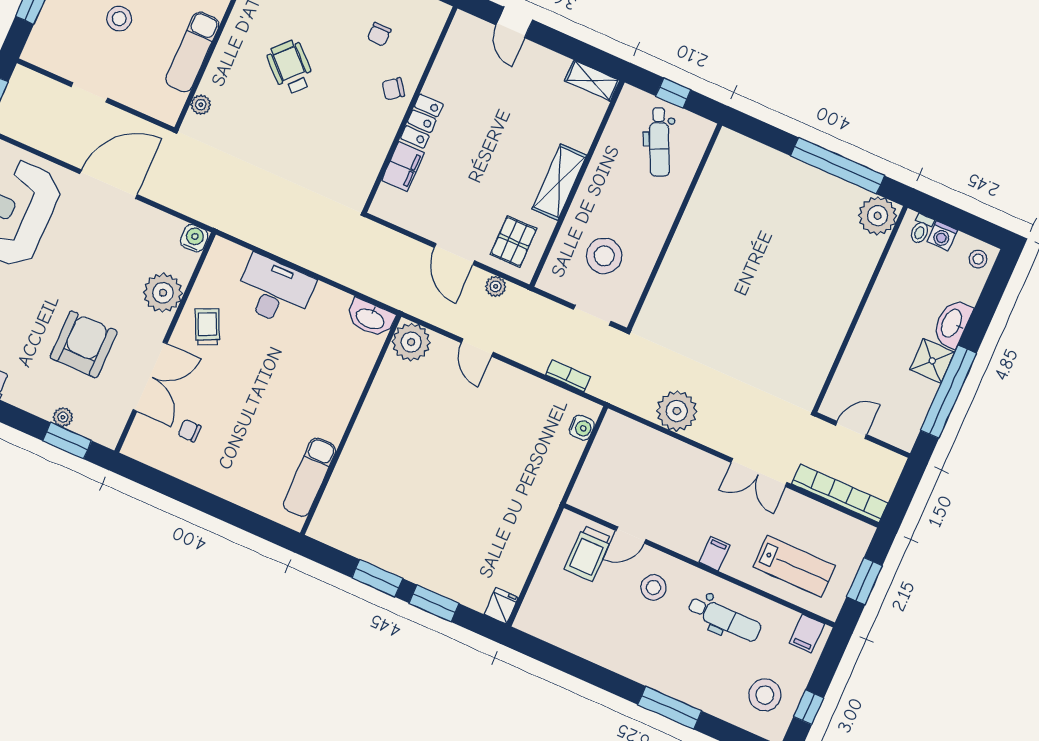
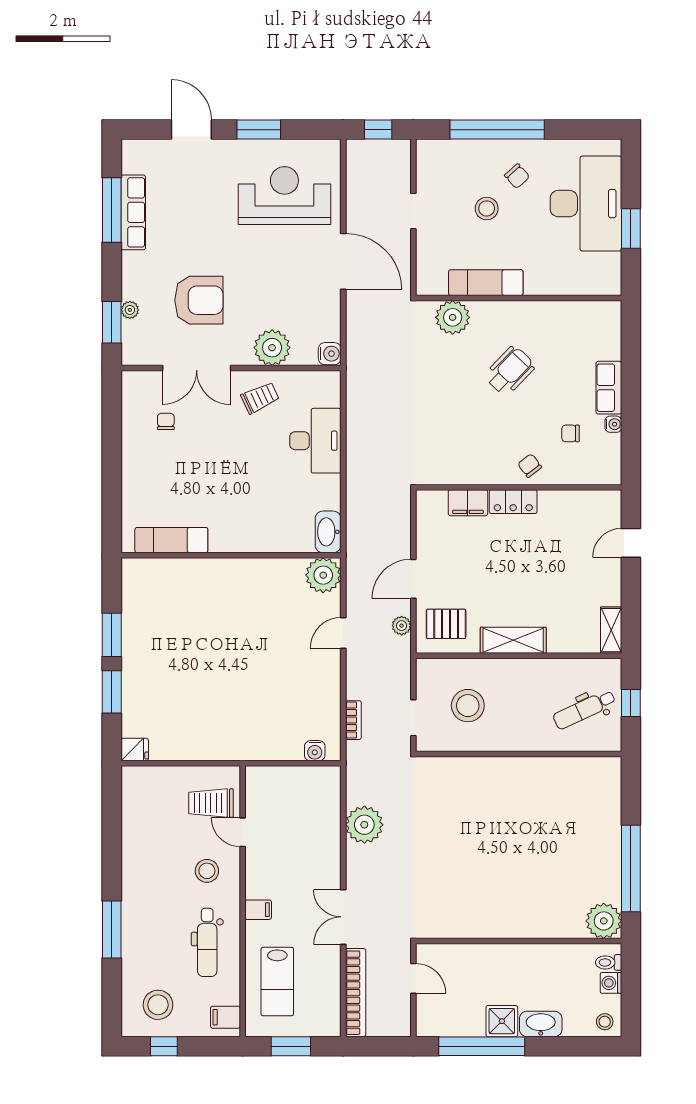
plant: (201, 105) -> (453, 317), width x1.88, depth x1.88

